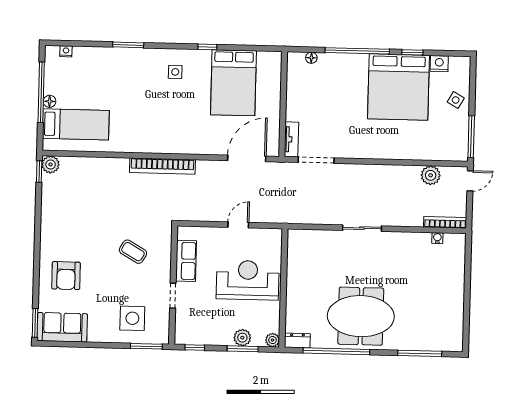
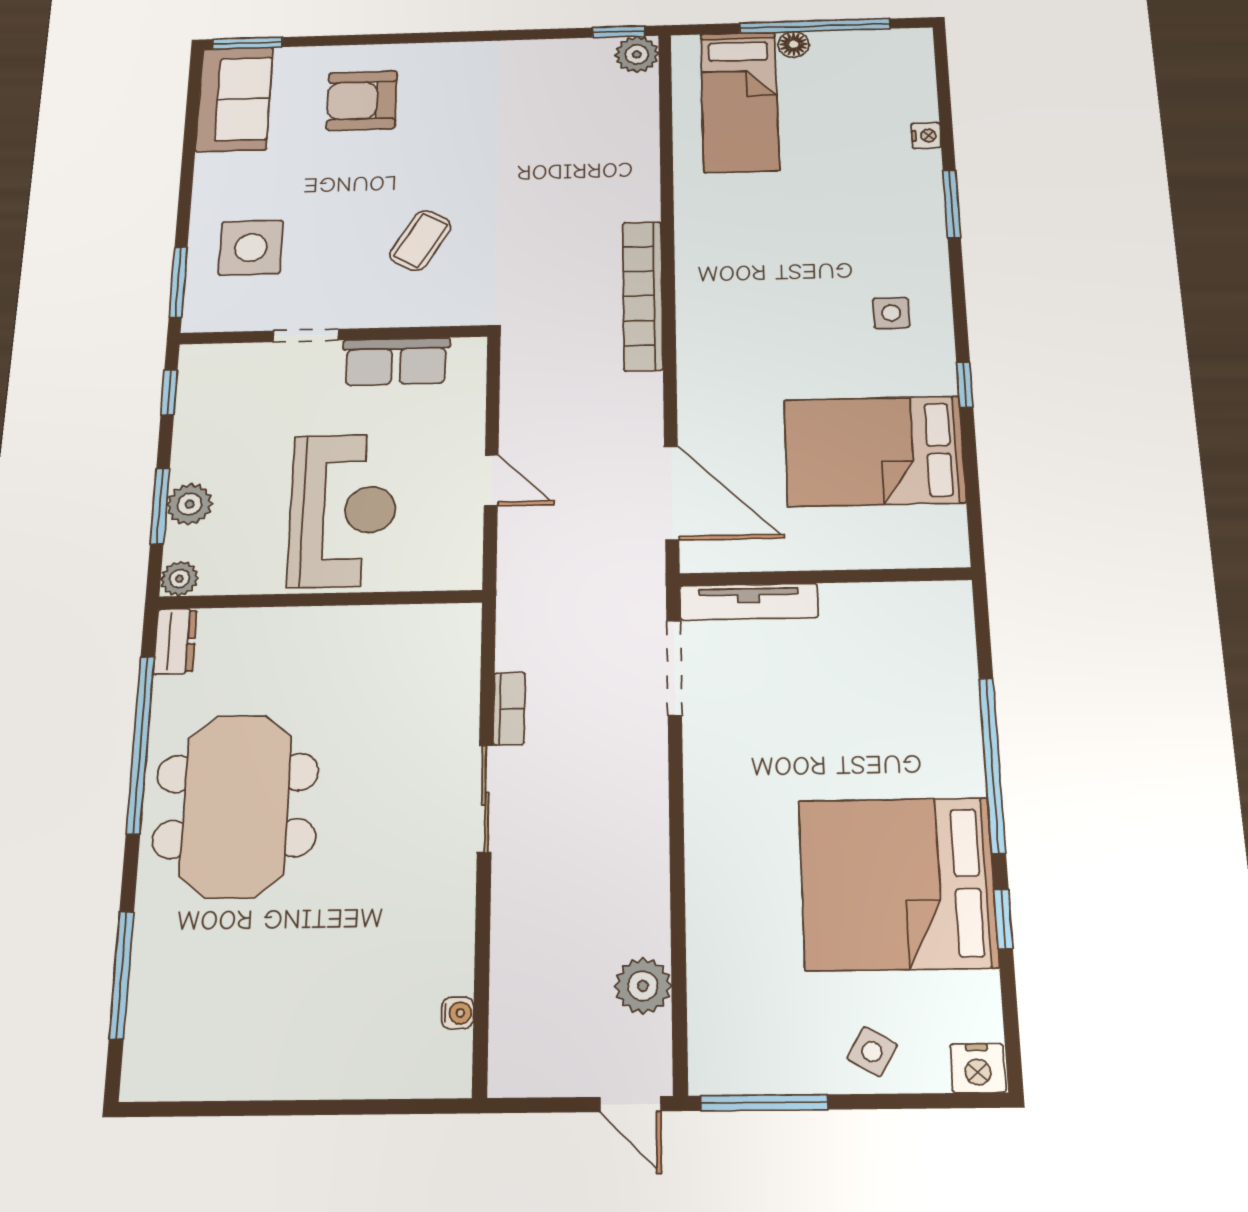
nightstand: (66, 51) -> (926, 136), moved
floor lamp: (311, 58) -> (960, 643), removed
nightstand: (439, 64) -> (978, 1068), moved, turned 90
tv unit: (291, 139) -> (749, 602), width x1.41
bookcase: (445, 222) -> (509, 709), moved, width x0.64

